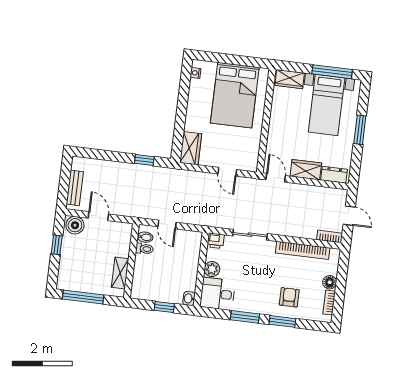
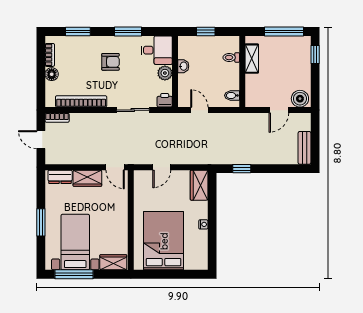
nightstand: (196, 73) -> (203, 224), moved
door: (227, 172) -> (162, 167), swing flipped
bench: (75, 188) -> (304, 148), moved
door: (98, 216) -> (279, 110), hinge flipped
door: (167, 225) -> (199, 110), moved
window: (57, 245) -> (315, 55), moved
toilet: (144, 249) -> (231, 57), moved
armchair: (289, 297) -> (111, 62), moved, turned -90
washbasin: (189, 299) -> (183, 66), moved
window: (282, 321) -> (78, 31), moved

